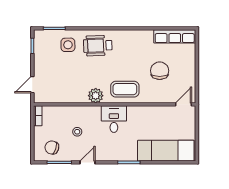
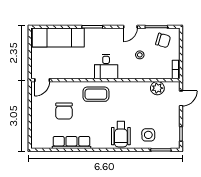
row of seats: (175, 36) -> (71, 143), moved
wheelchair: (98, 46) -> (121, 134), turned 92
plant: (96, 96) -> (157, 88), moved

